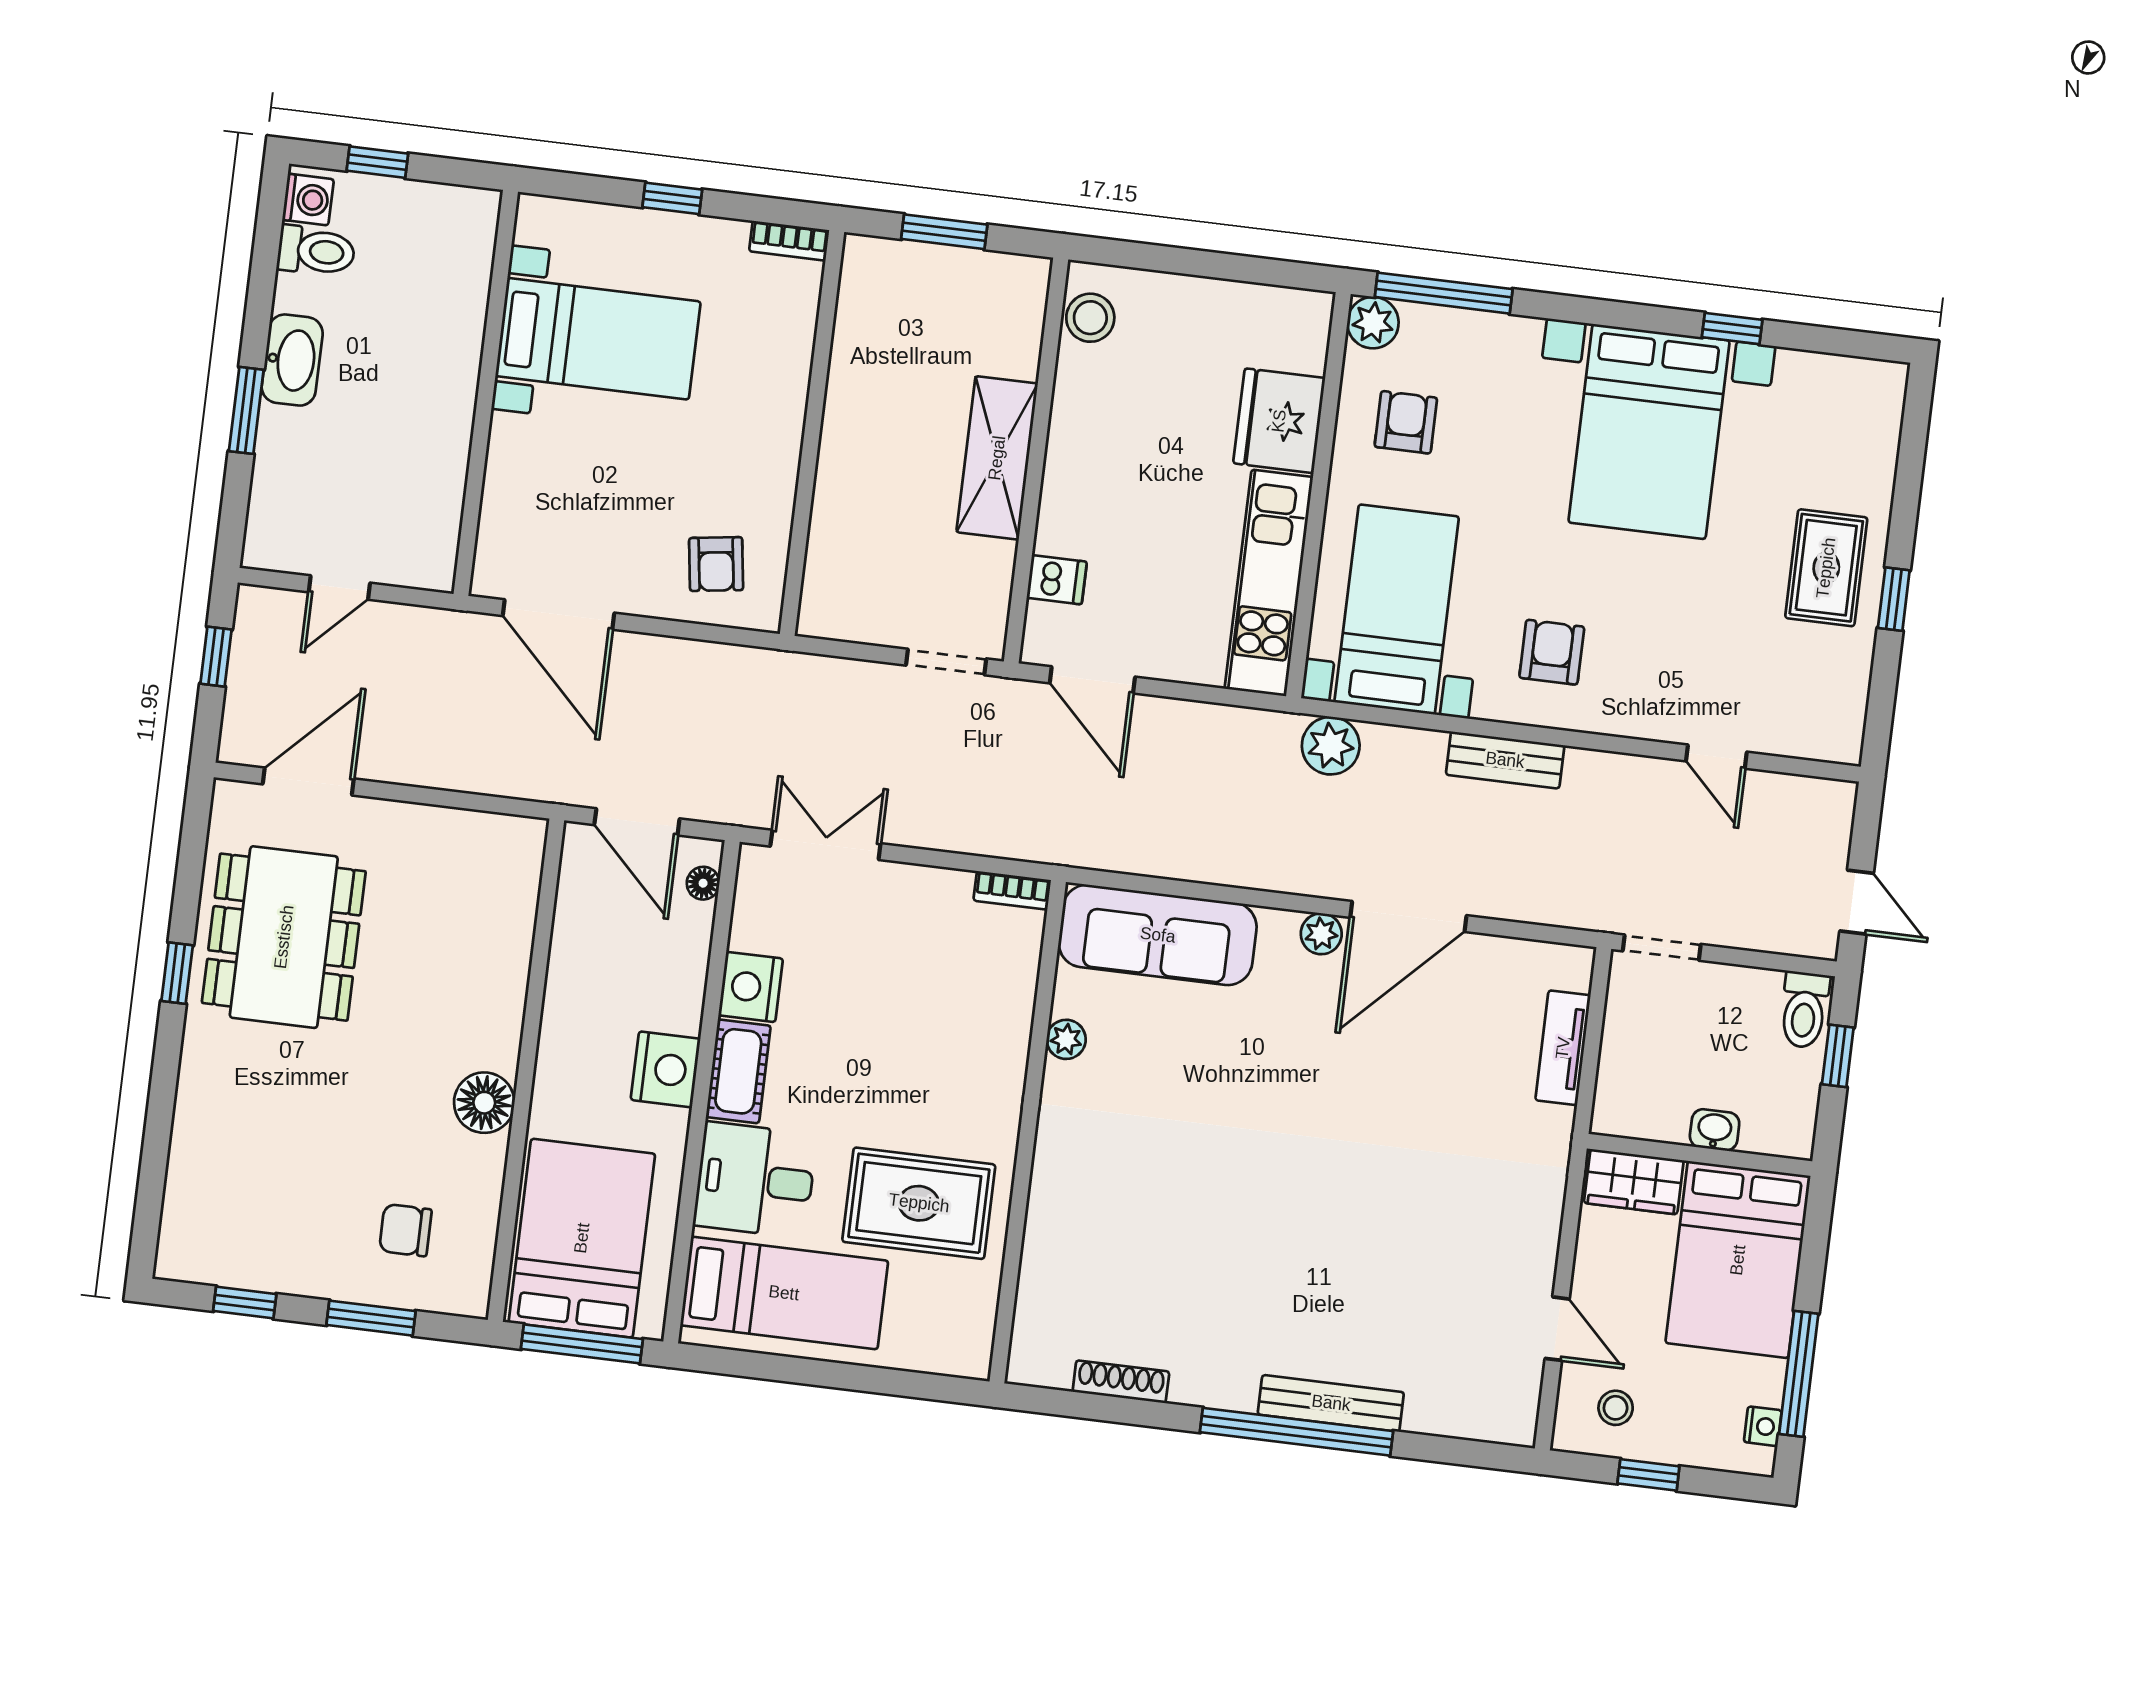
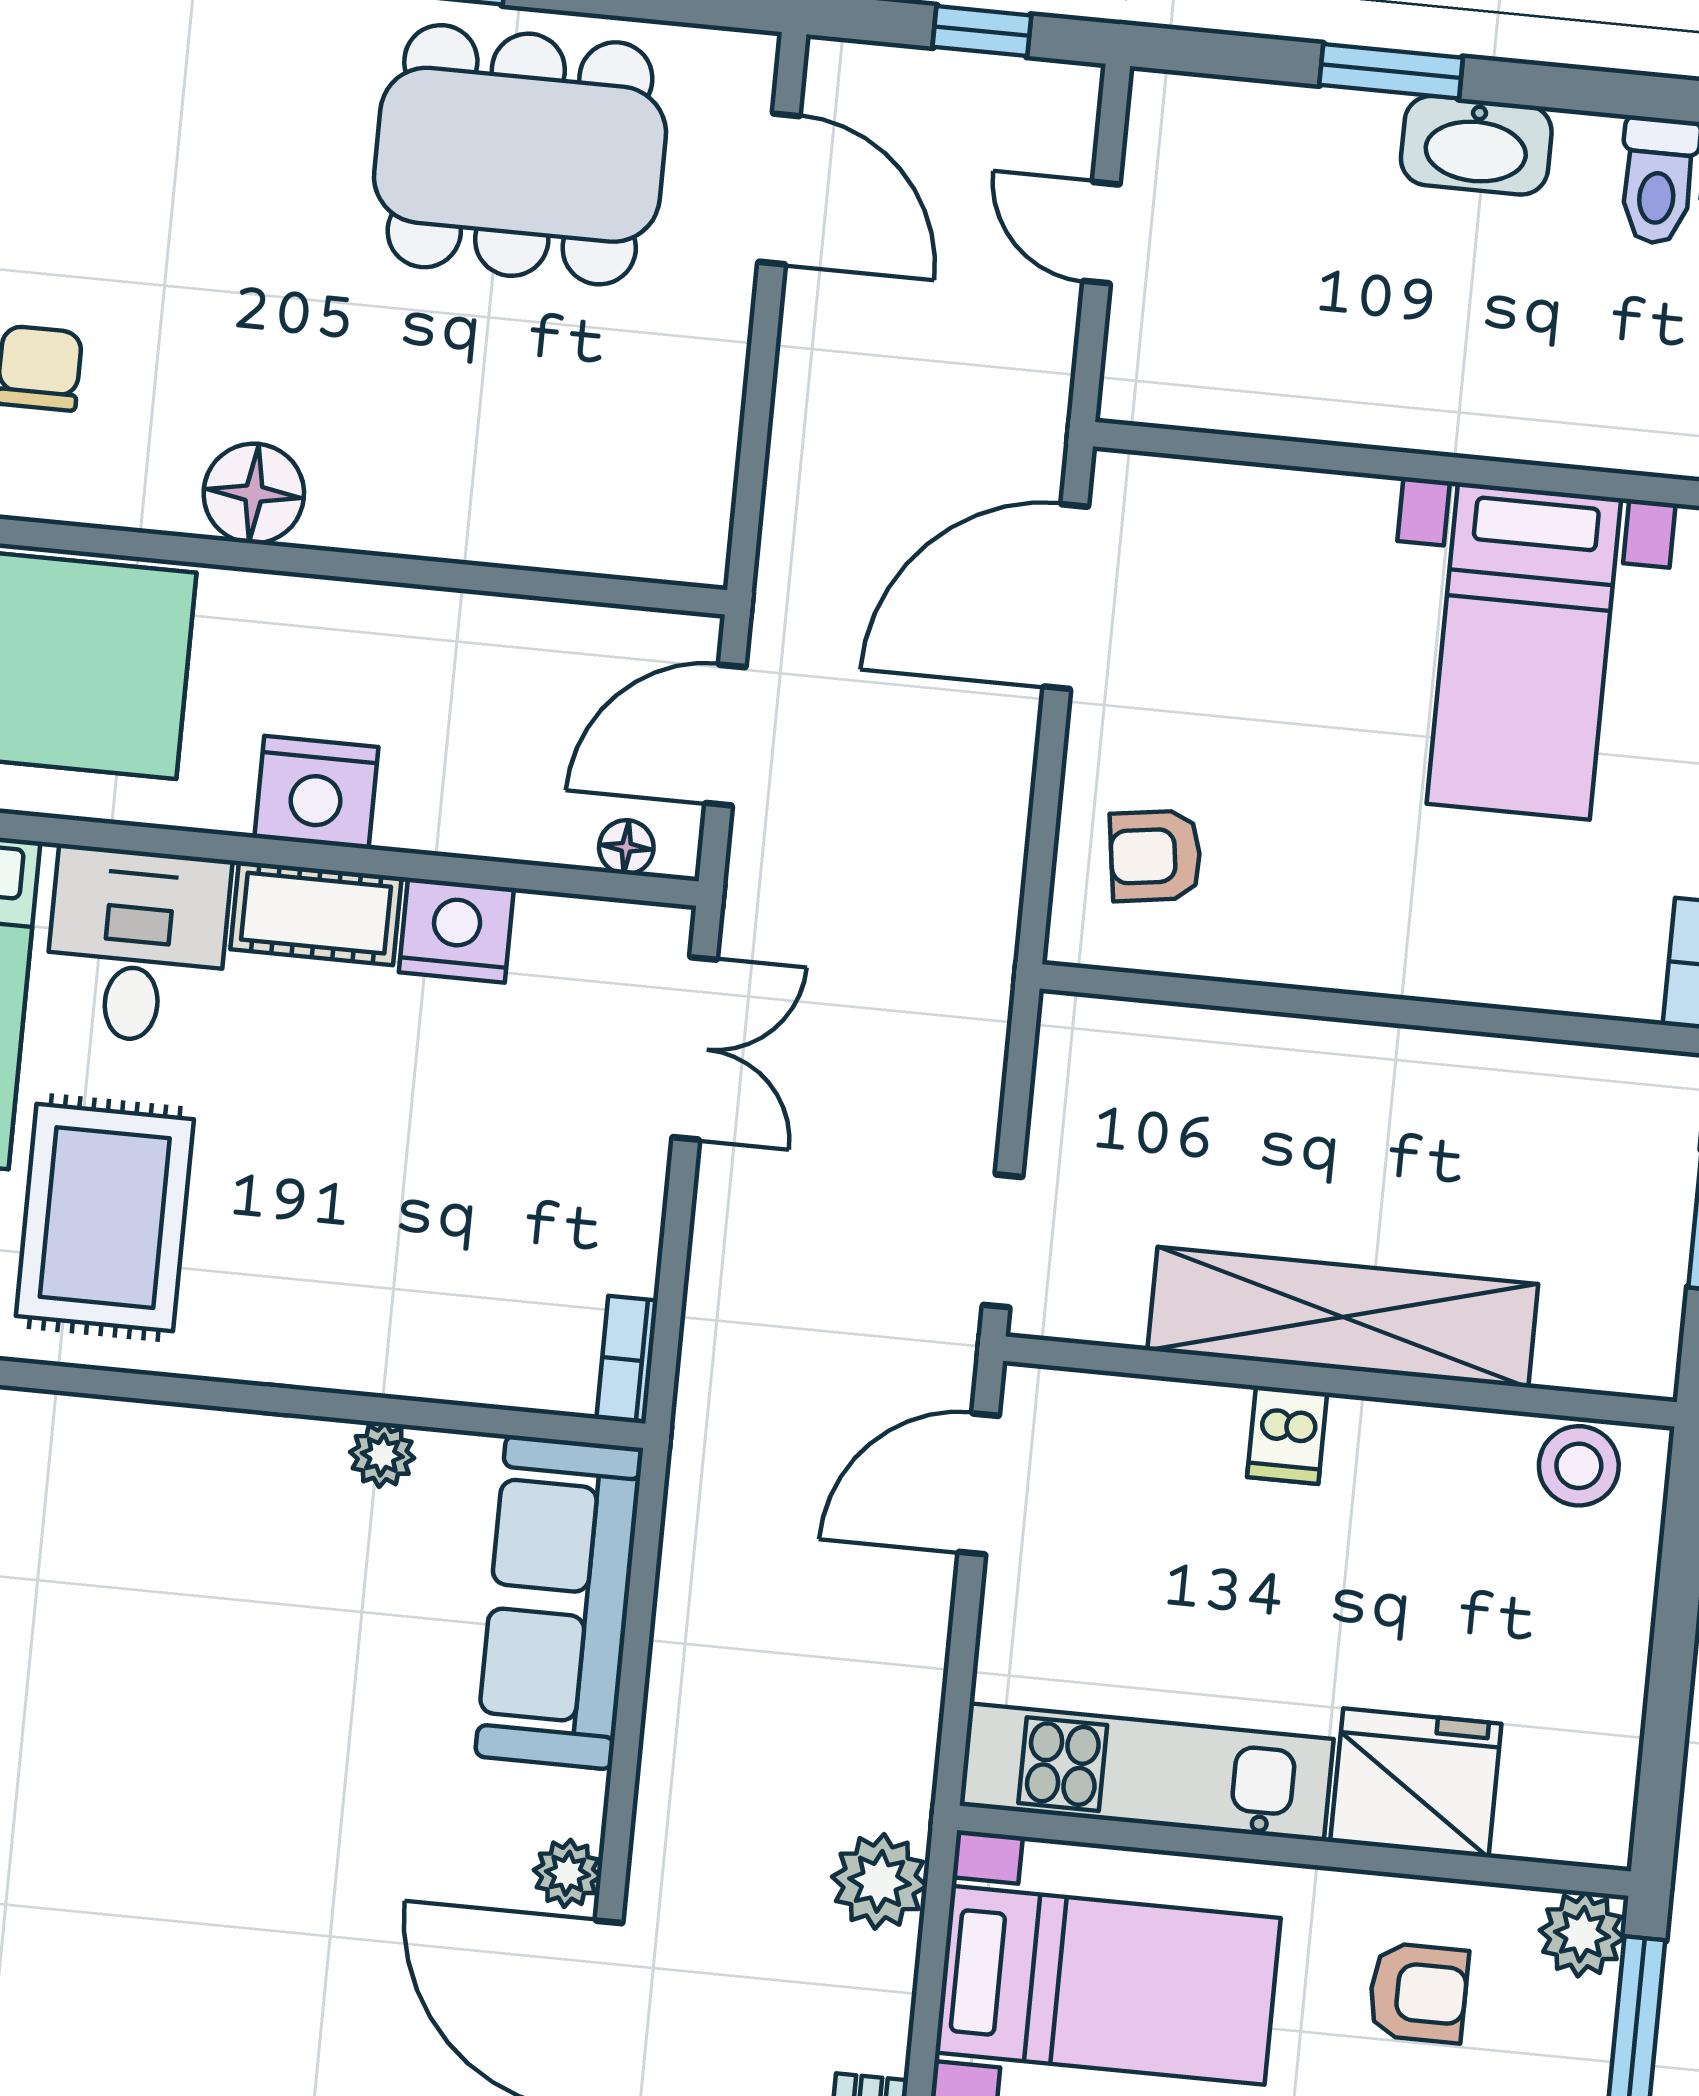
shelving: (997, 458) -> (1343, 1317), width x1.47
dishwasher: (1057, 580) -> (1287, 1435), moved

